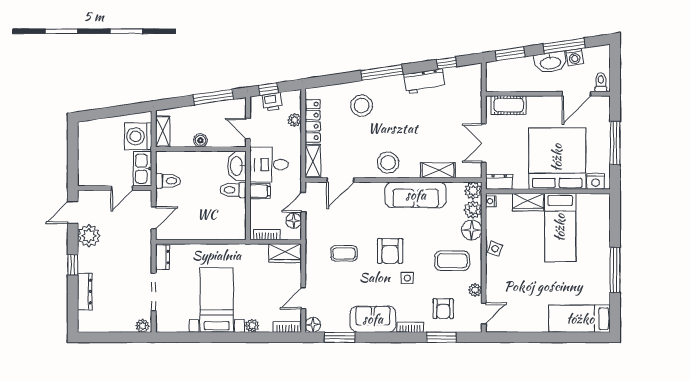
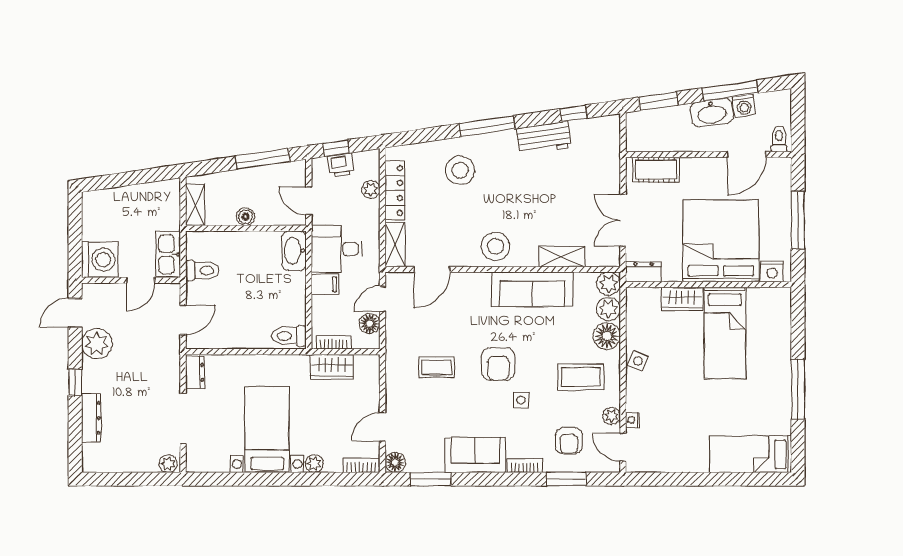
washing machine: (138, 136) -> (100, 260), moved, turned 180
toilet: (233, 190) -> (289, 336), moved
nightstand: (491, 201) -> (633, 420), moved
wardrobe: (285, 253) -> (332, 367), moved
door: (484, 313) -> (623, 447), swing flipped

